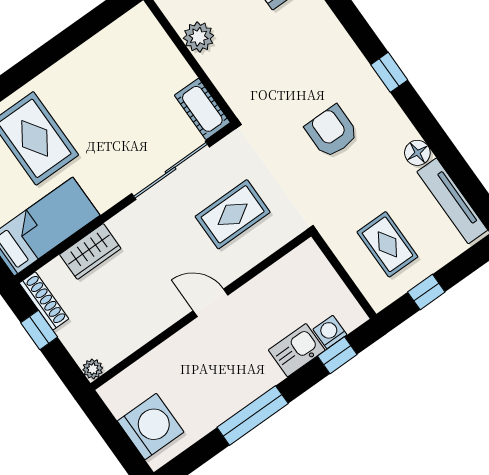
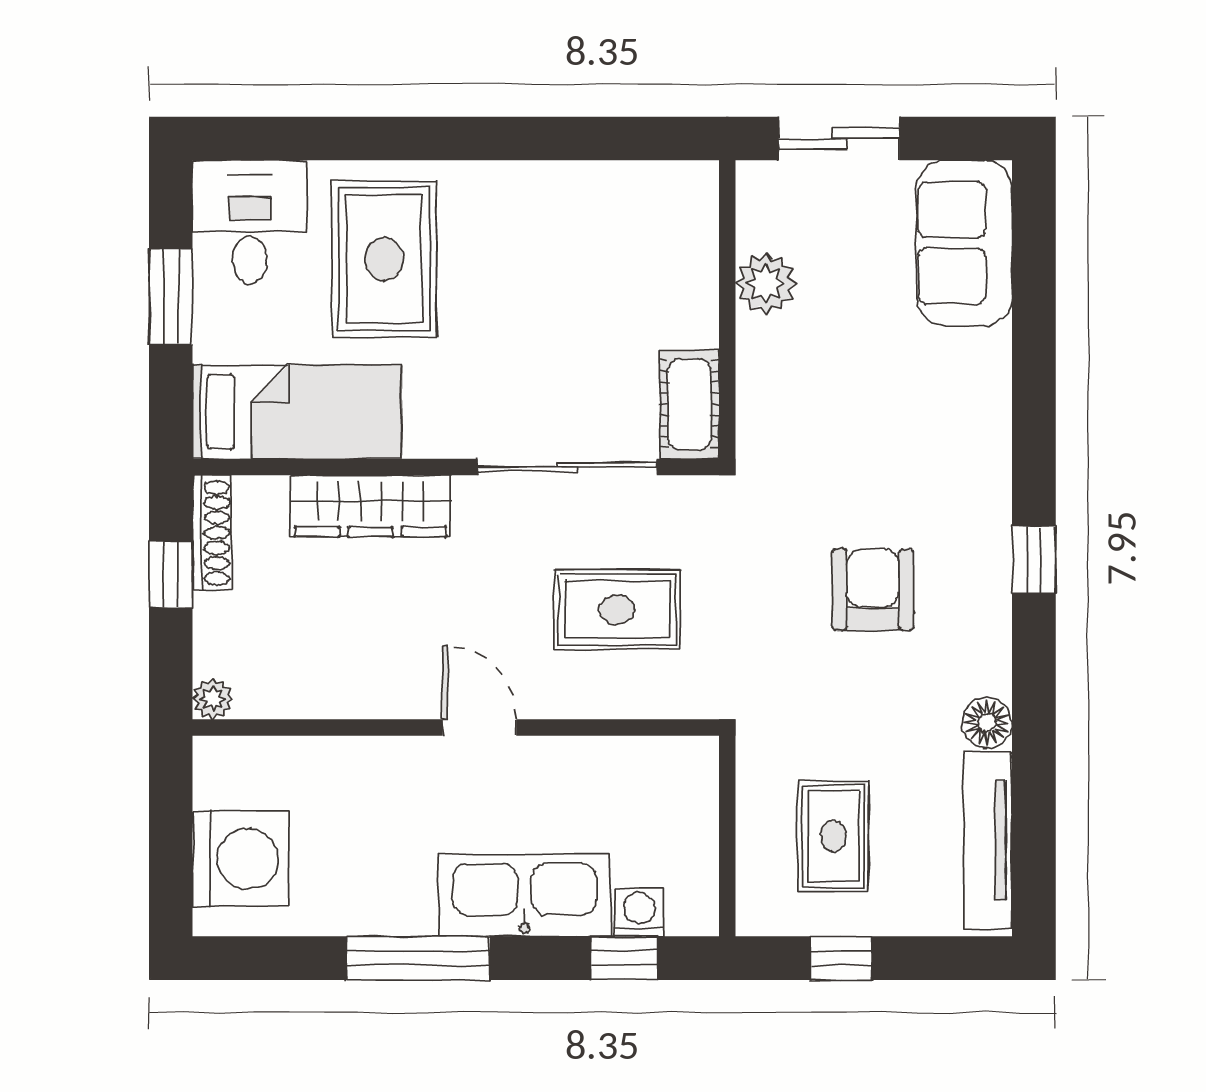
wardrobe: (90, 251) -> (371, 506), width x1.50
kitchen sink: (297, 350) -> (524, 895), width x1.87, depth x1.24

